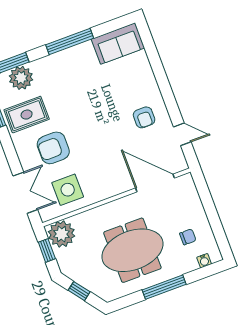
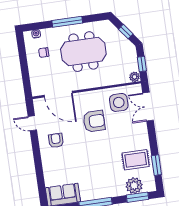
armchair: (53, 148) -> (94, 121), moved
plant: (61, 234) -> (134, 77), width x0.53, depth x0.53

